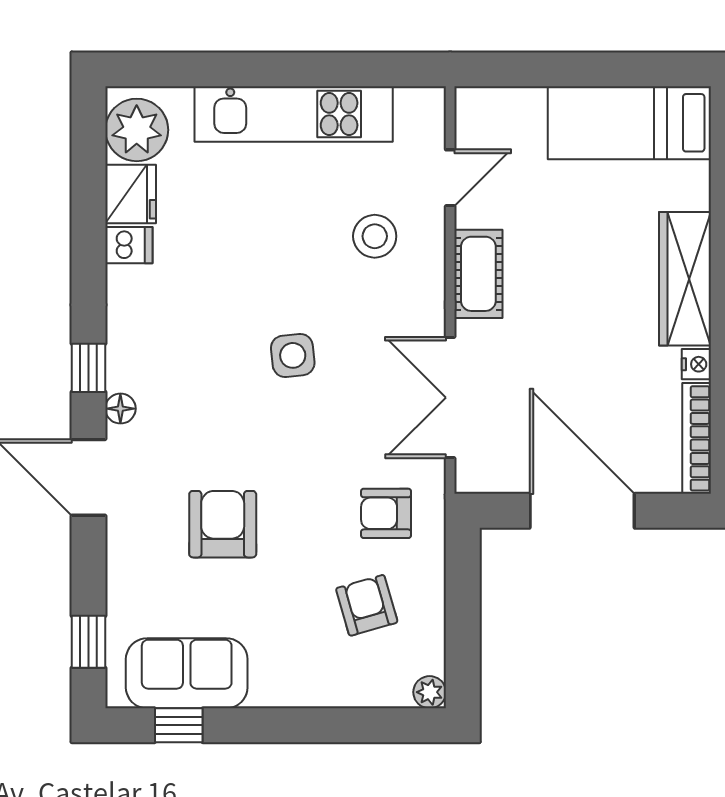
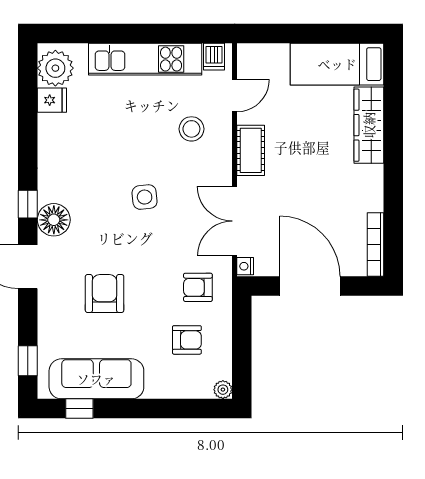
fridge: (131, 194) -> (52, 100), width x0.72
dishwasher: (129, 245) -> (214, 57), moved, turned 90
wardrobe: (685, 279) -> (369, 125), moved
nightstand: (696, 364) -> (245, 266), moved, turned 180
floor lamp: (120, 409) -> (54, 220), width x1.89, depth x1.89
armchair: (367, 605) -> (187, 340), turned 106
sofa: (187, 673) -> (96, 379), width x1.36

